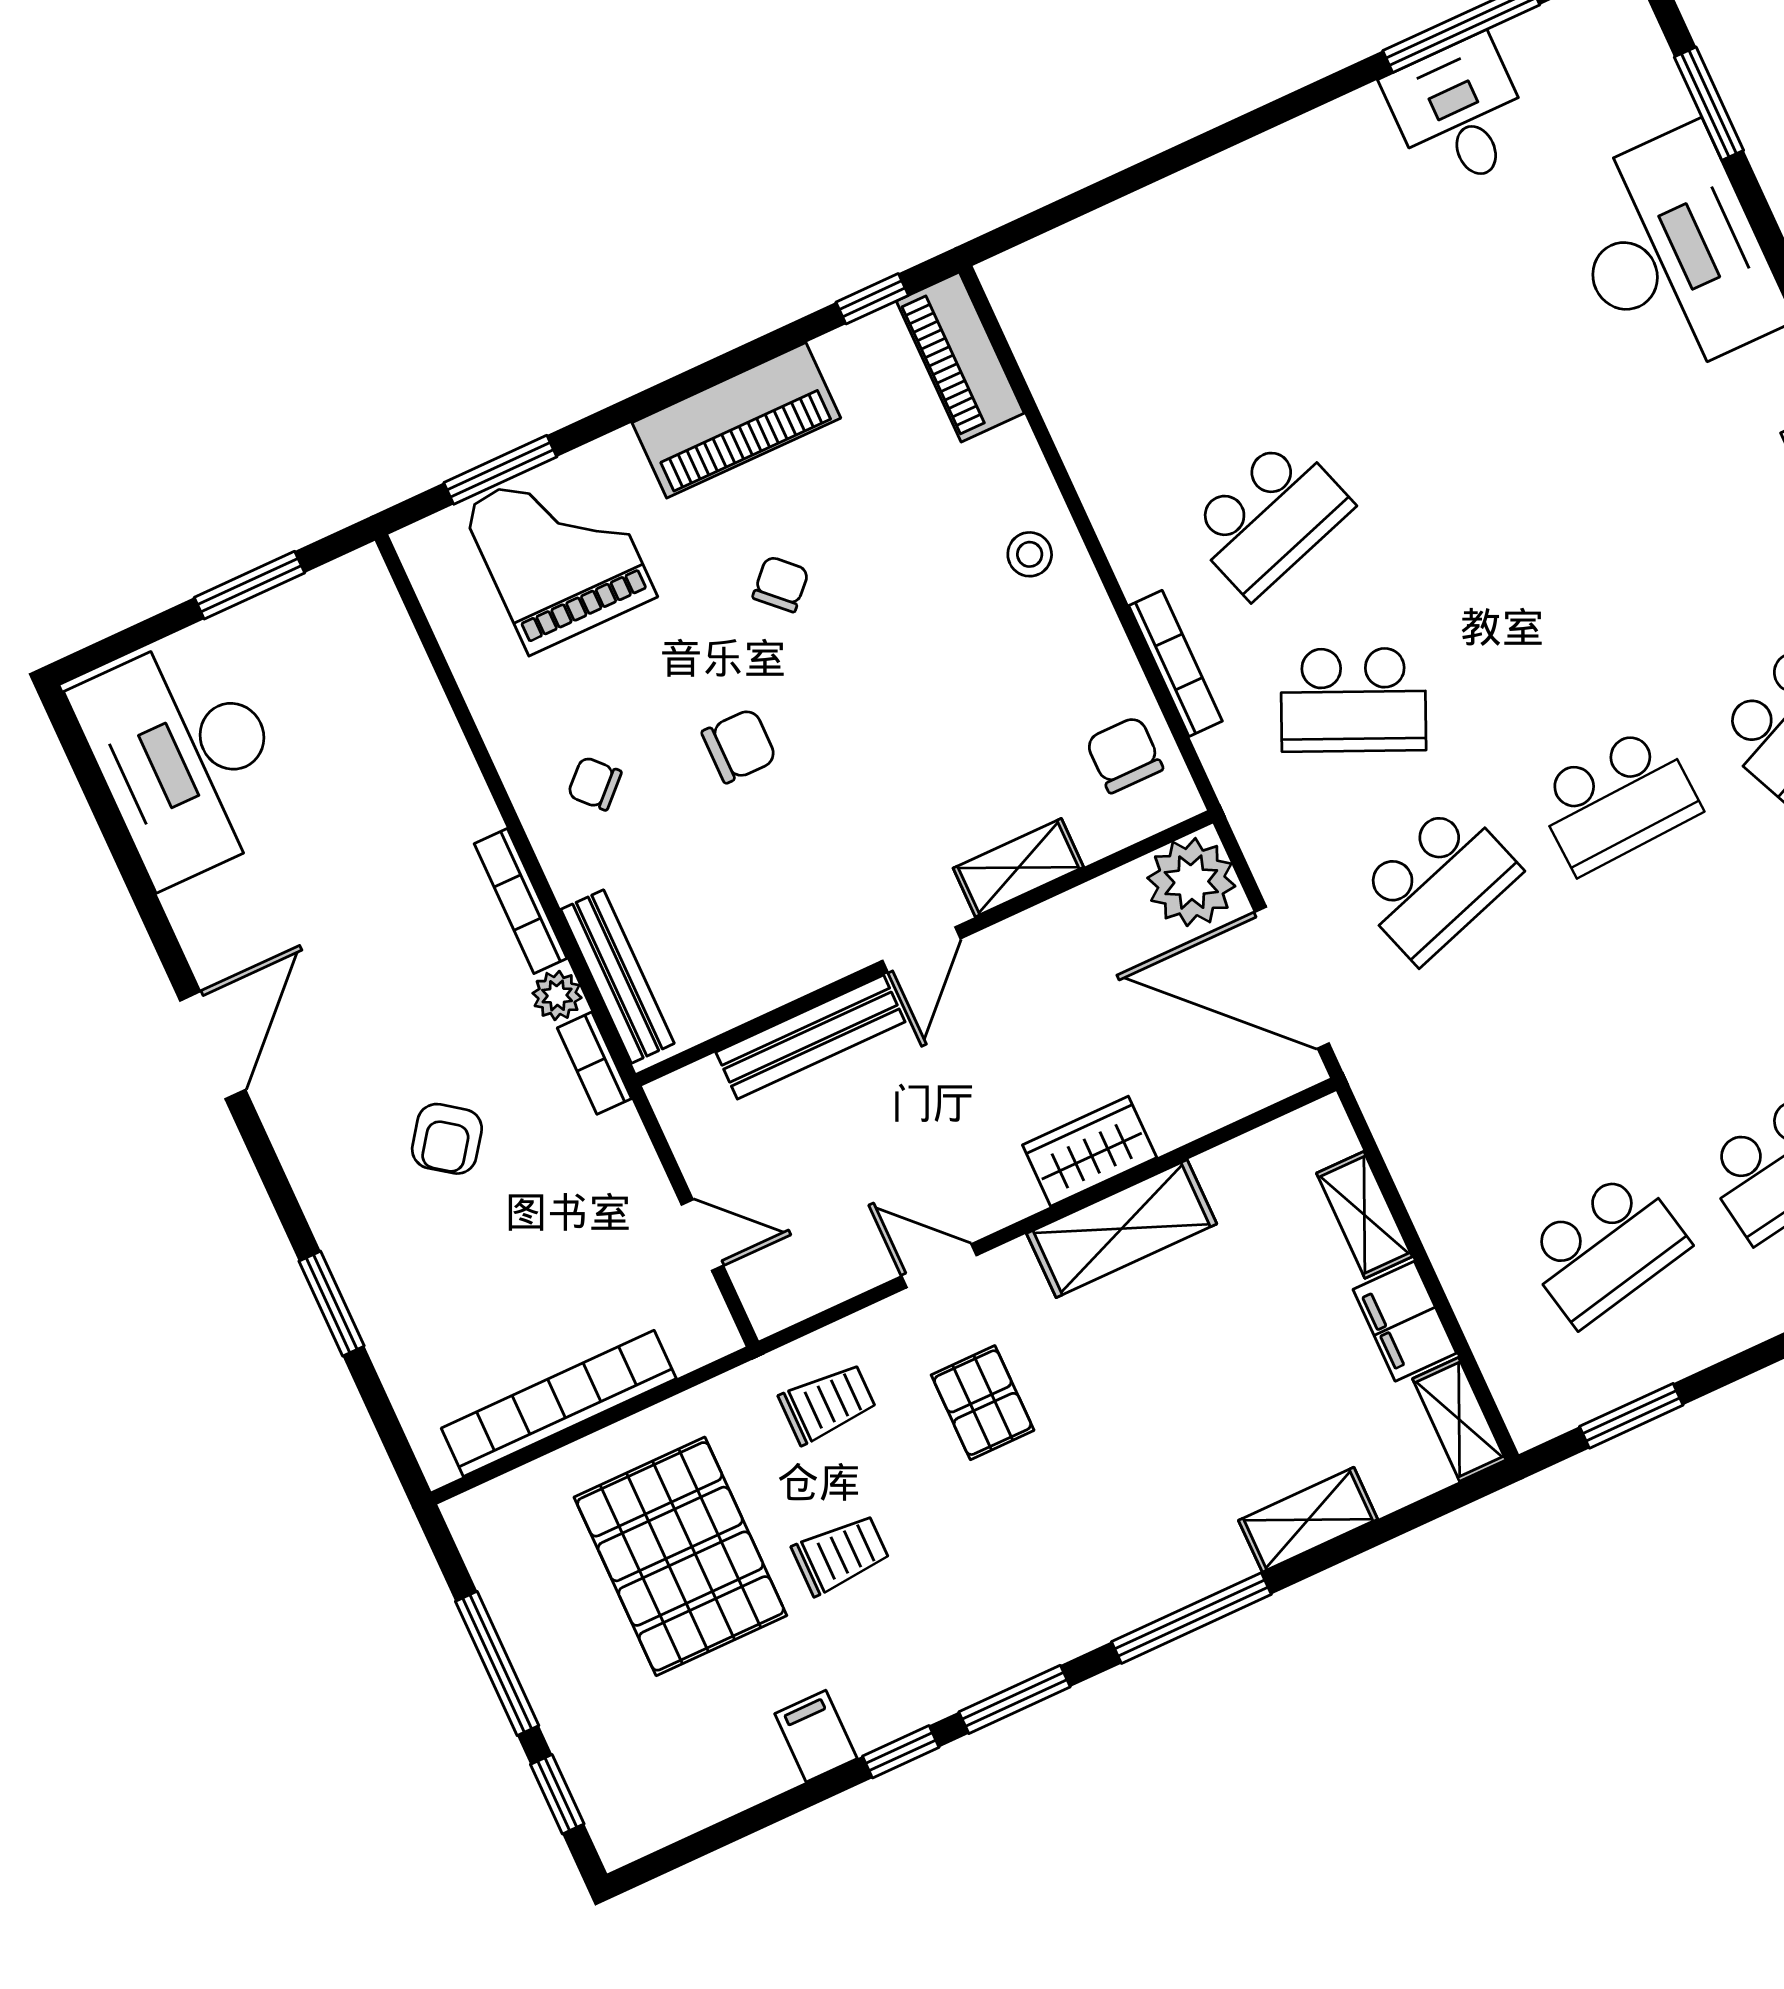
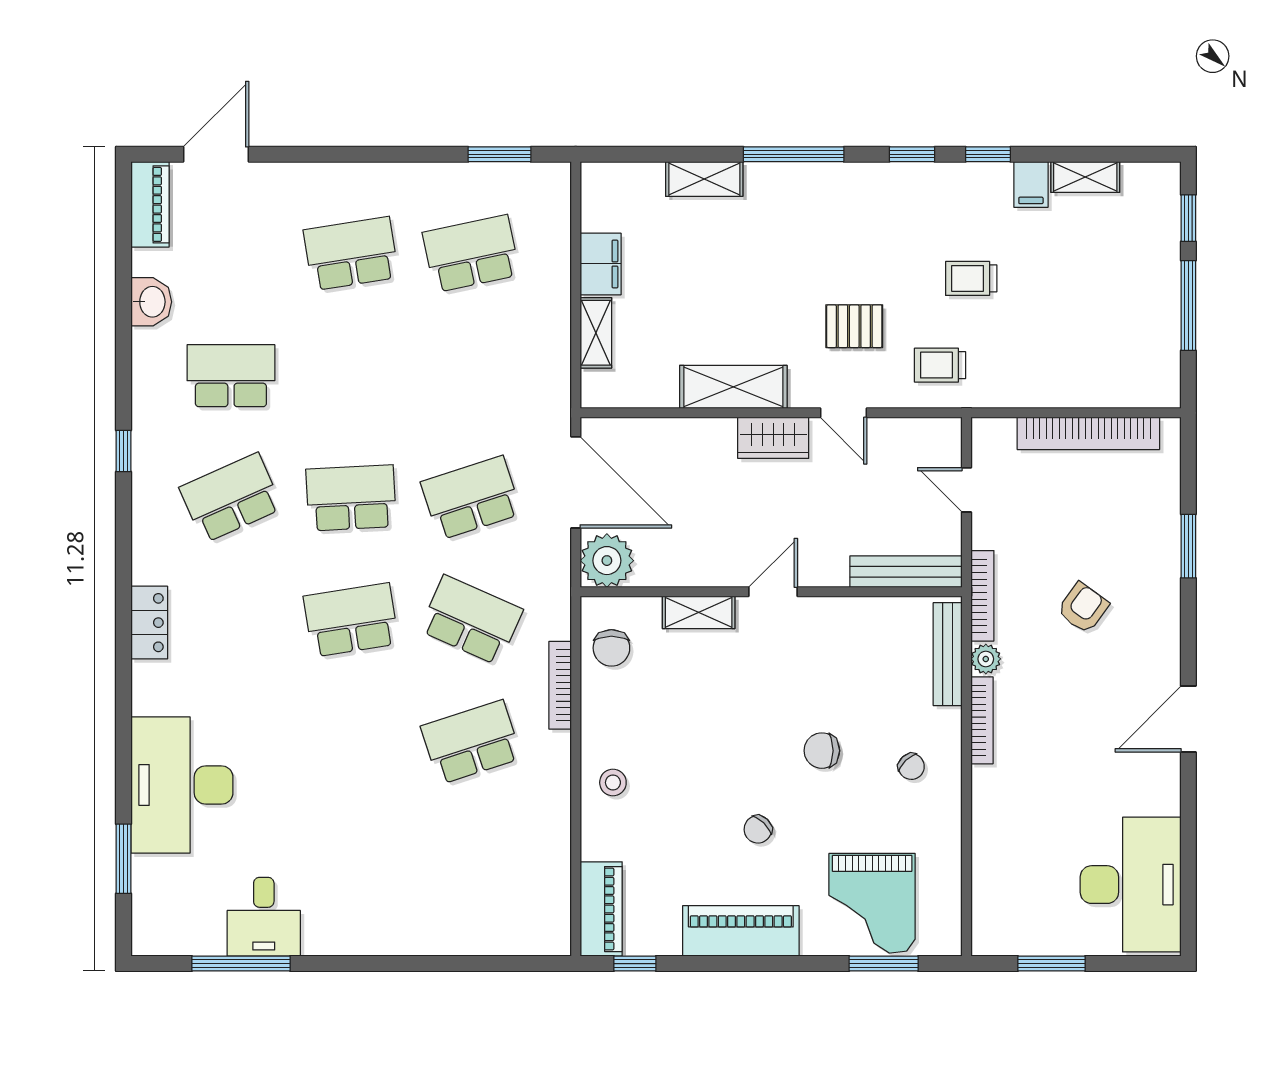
school desk: (1533, 617) -> (351, 620), added
bench: (810, 1037) -> (906, 572), moved
bookcase: (594, 1063) -> (982, 596), width x1.56
wardrobe: (1090, 1151) -> (773, 438), moved
pallet: (983, 1403) -> (854, 326), turned 90
shelving: (1459, 1419) -> (1085, 177), moved, turned 90
pallet: (680, 1556) -> (1060, 318), removed
window: (1015, 1699) -> (912, 154), width x0.67

